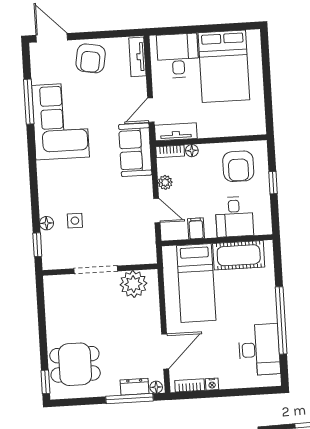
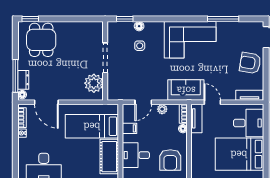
corner sofa: (60, 121) -> (190, 40), moved
armchair: (238, 166) -> (170, 160), turned -90

